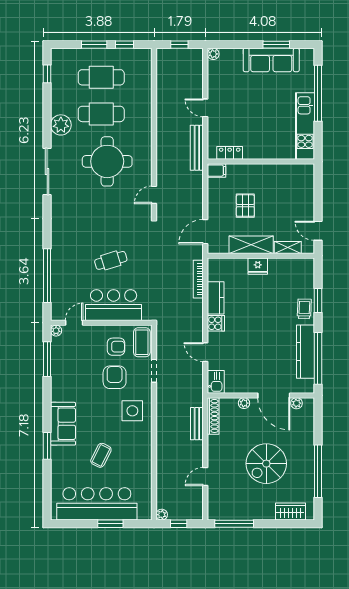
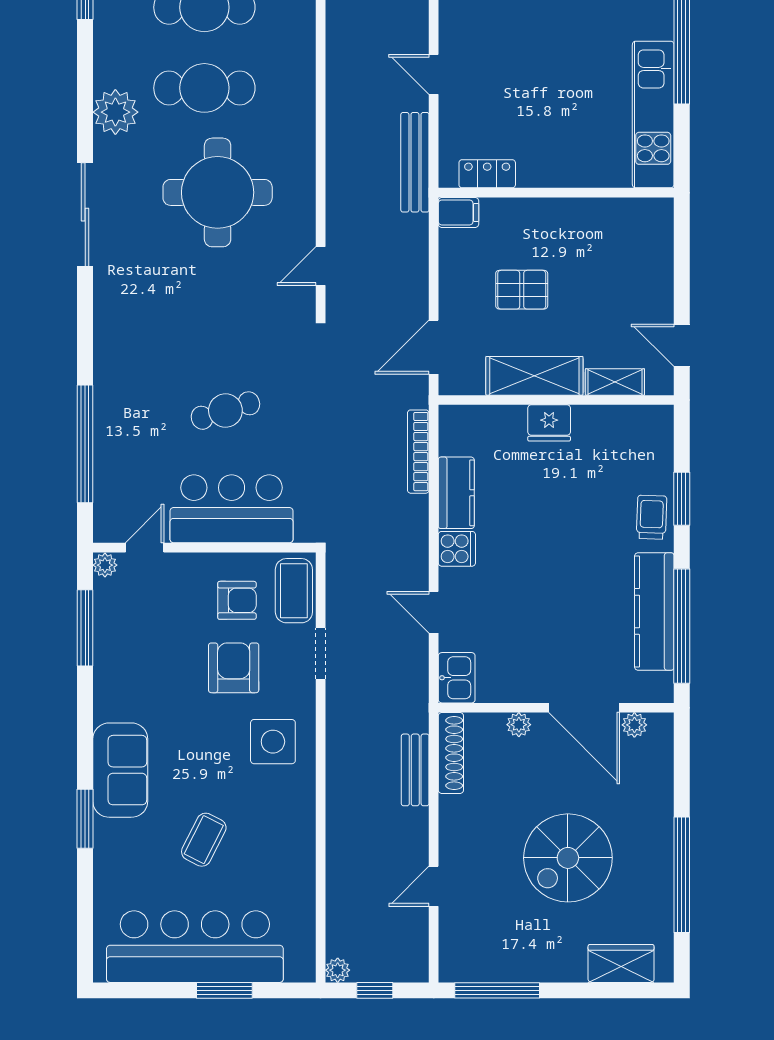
pallet: (245, 206) -> (522, 290), turned 90

